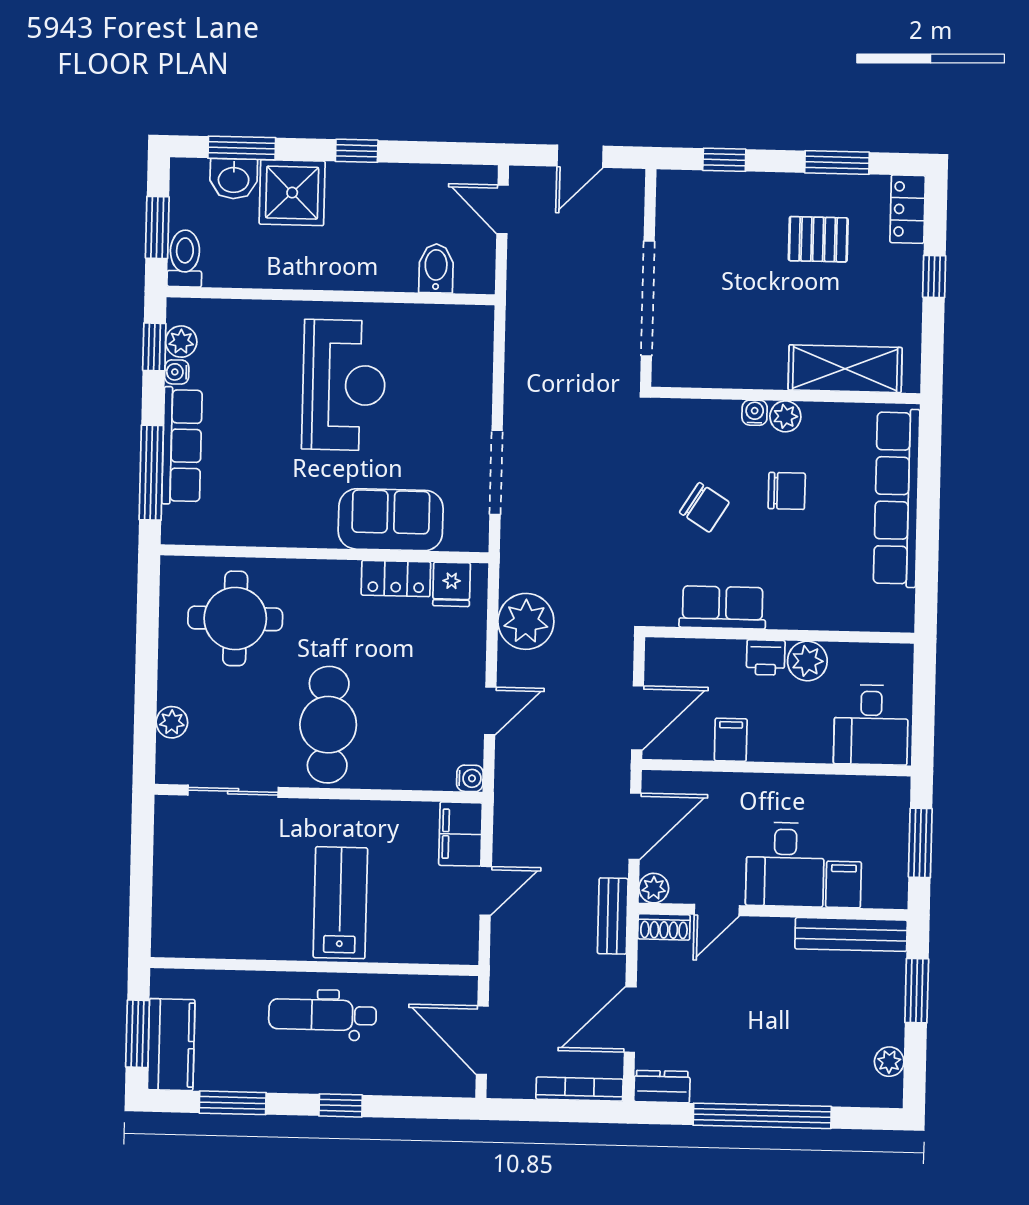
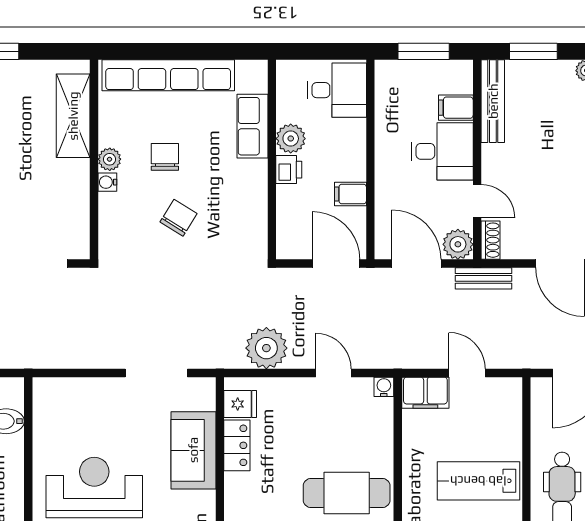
row of seats: (723, 607) -> (252, 126), moved
plant: (654, 888) -> (458, 244), width x1.38, depth x1.38

